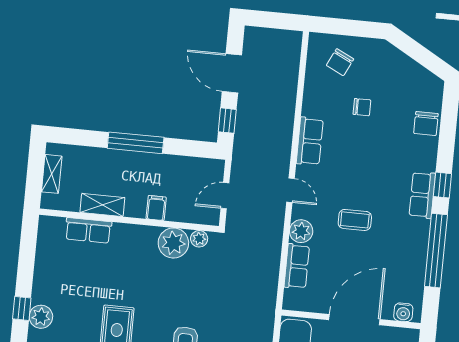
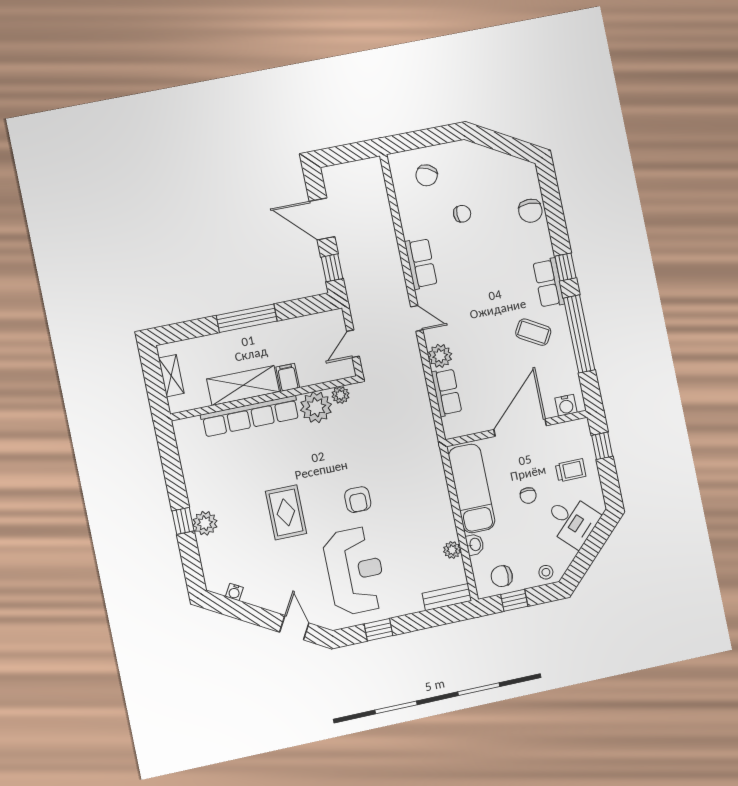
shelving: (102, 205) -> (243, 385), width x1.50, depth x1.33
coffee table: (355, 220) -> (533, 332), moved, turned 30
row of seats: (88, 230) -> (250, 416), width x2.02

